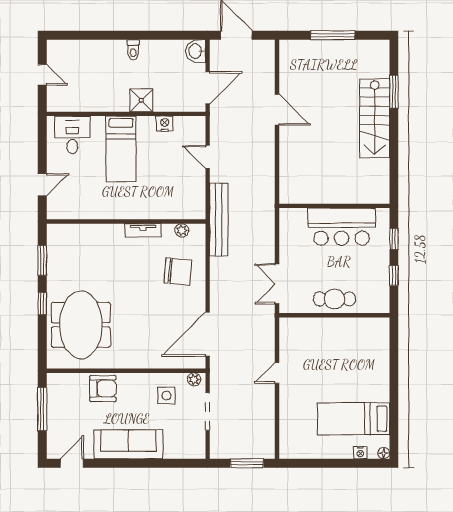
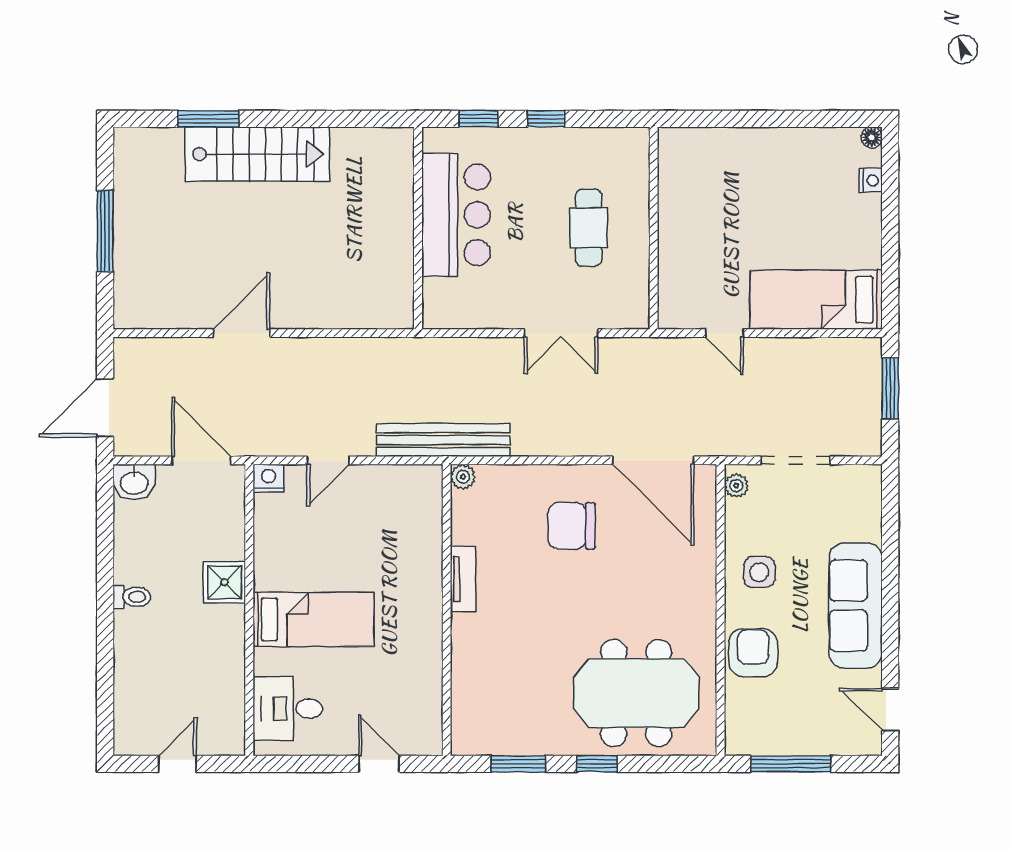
nightstand: (165, 124) -> (268, 478), moved, turned 90
plant: (182, 230) -> (463, 477), moved
chair: (178, 272) -> (572, 526), moved, turned -95
wall: (334, 315) -> (654, 228), moved
side table: (166, 396) -> (759, 572), moved
bed: (354, 419) -> (816, 300), moved, turned 90

